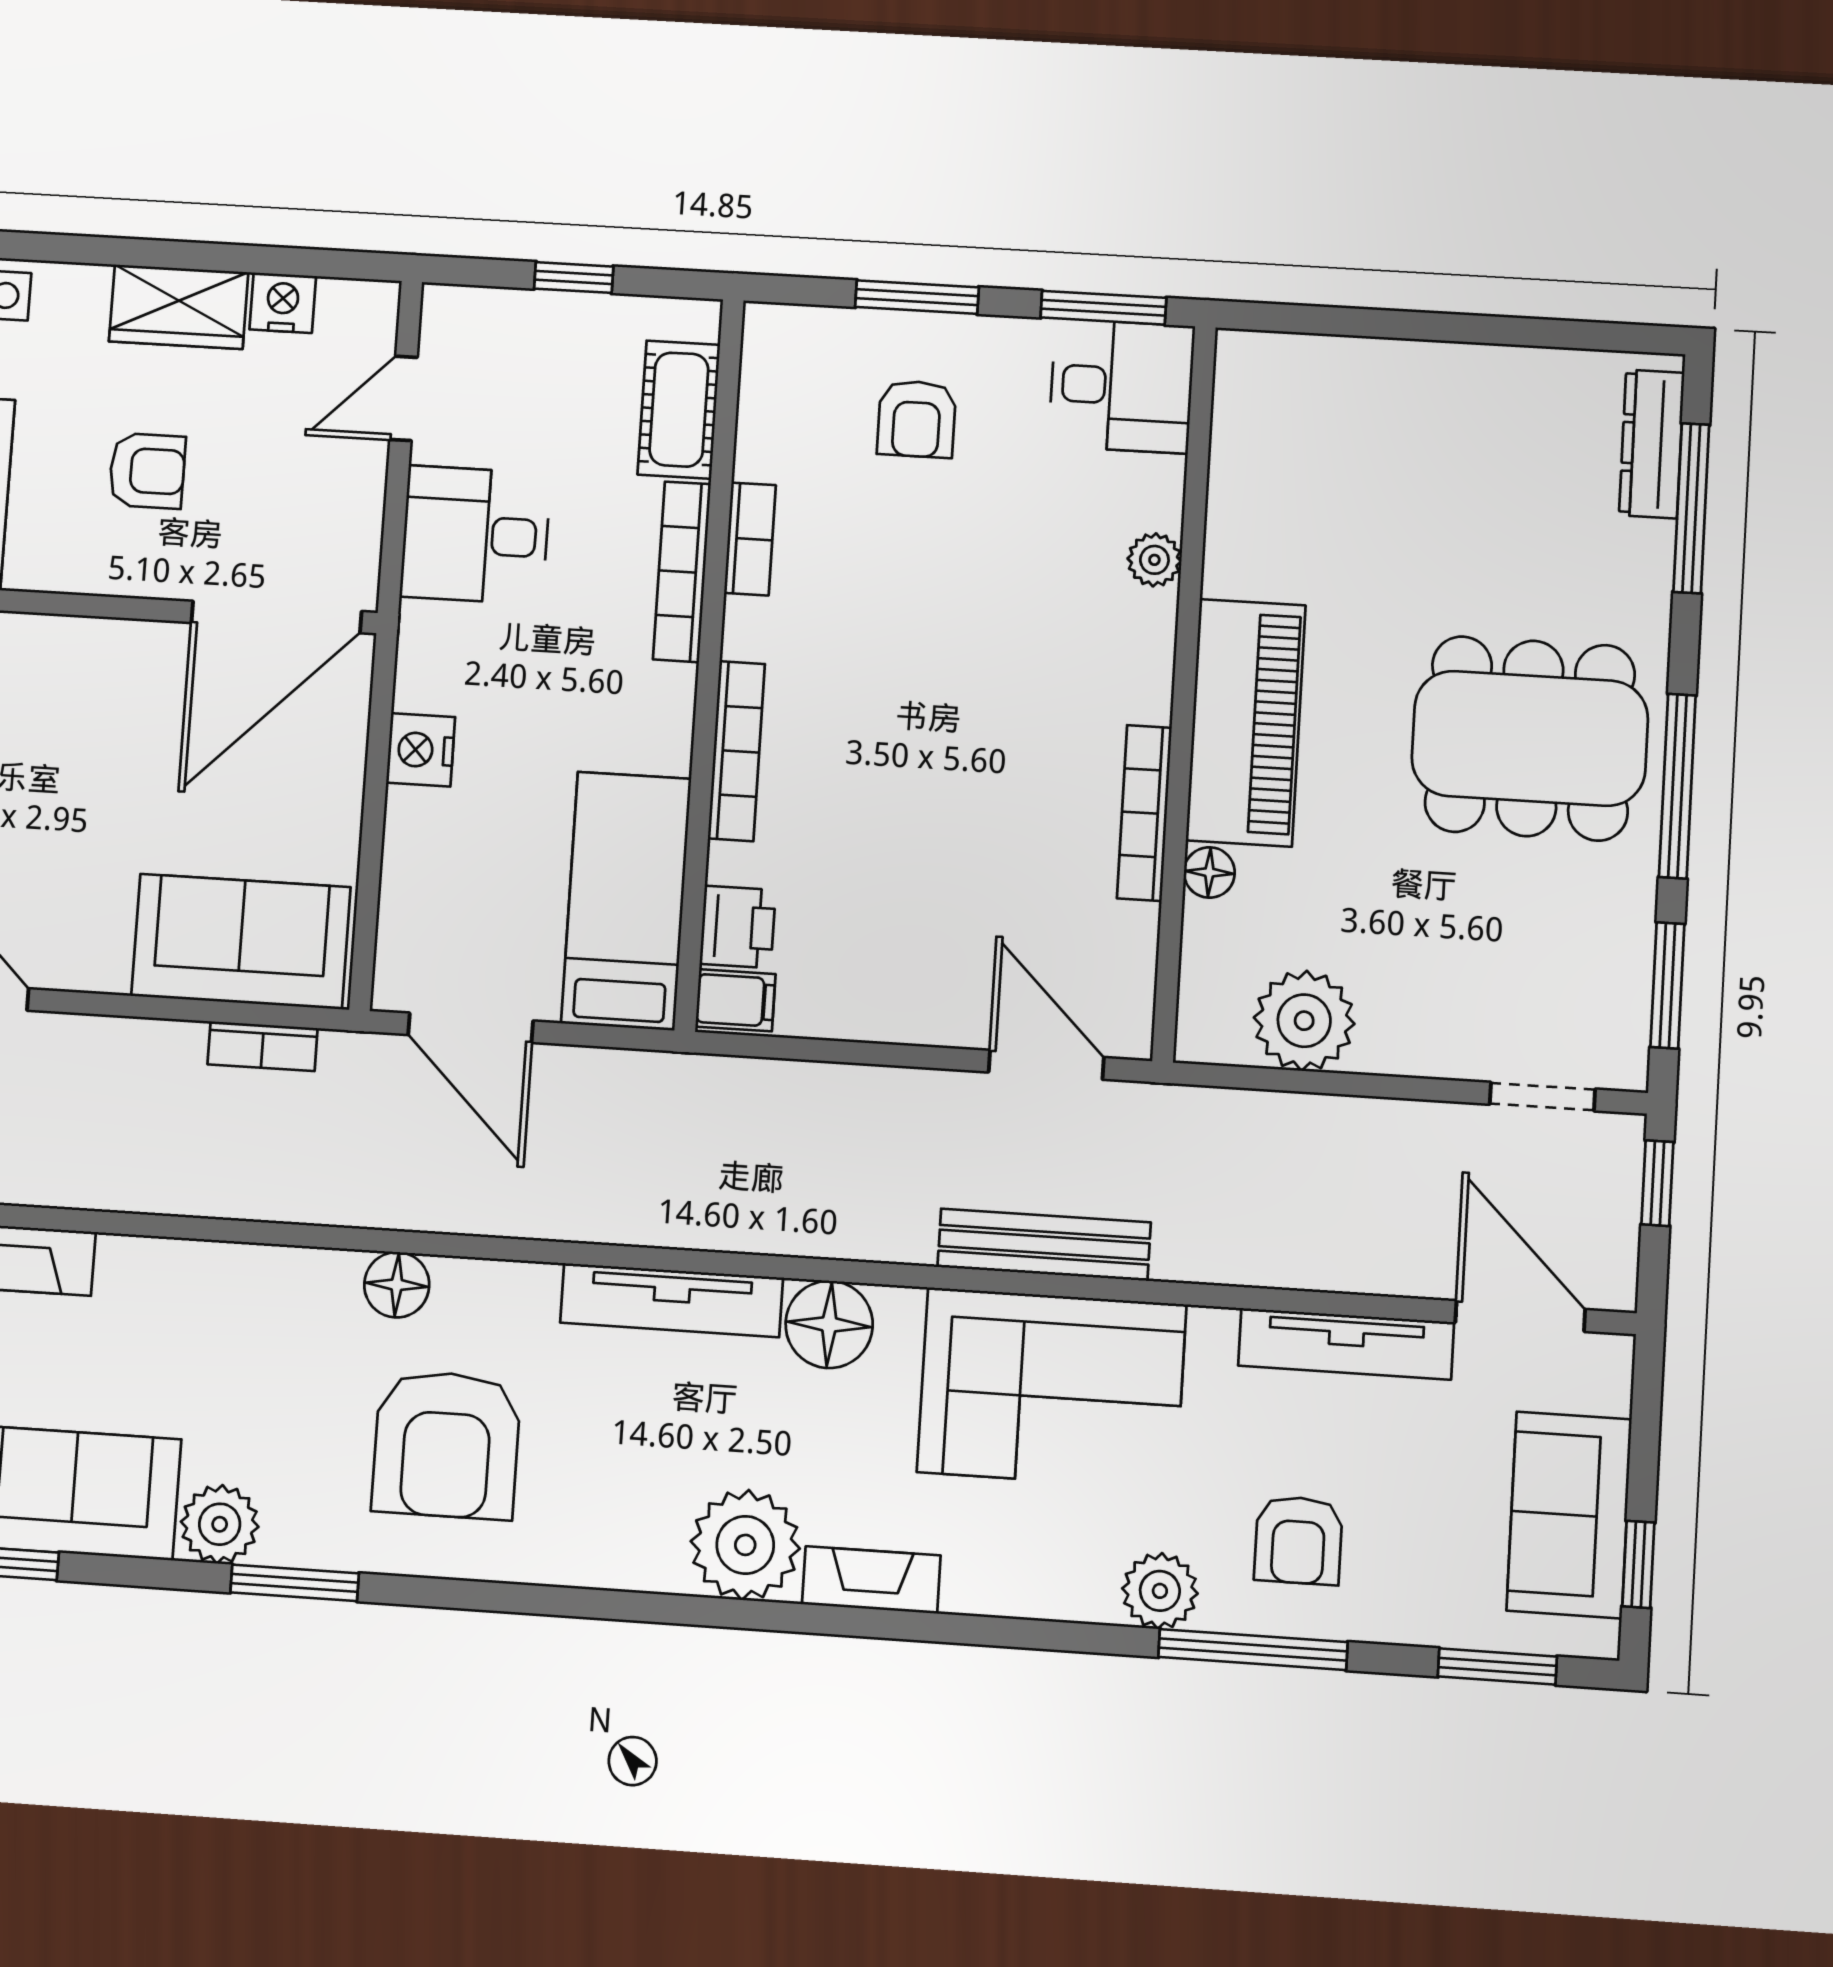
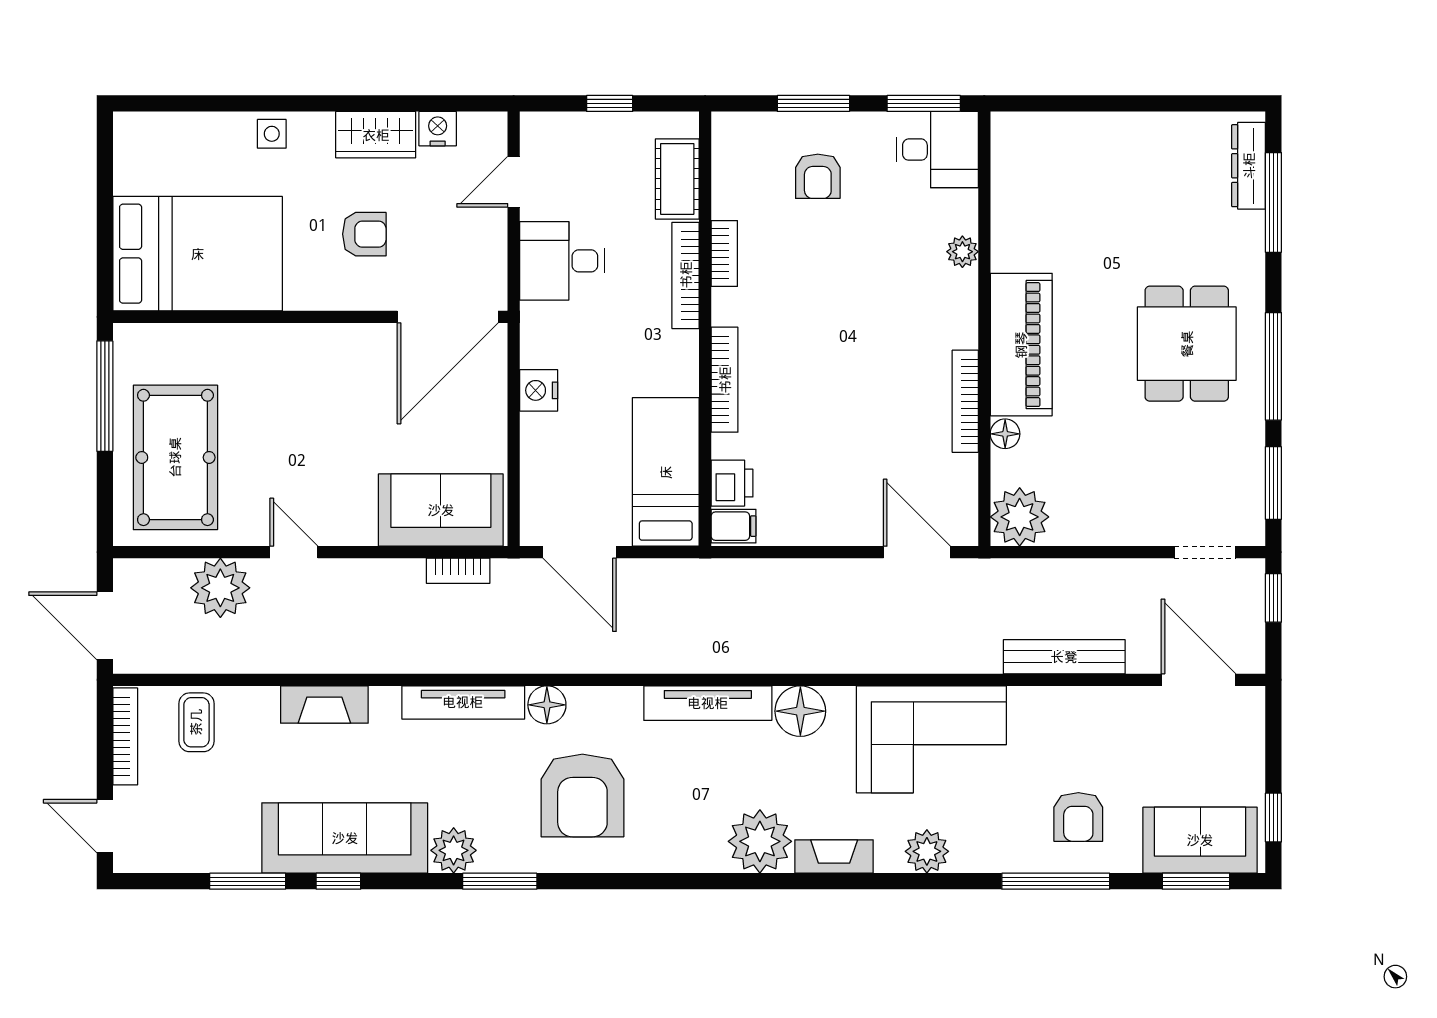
dining table: (1530, 738) -> (1187, 344), width x0.73
plant: (1304, 1021) -> (1020, 517), moved
bench: (1044, 1245) -> (1064, 657), moved
tv unit: (1346, 1344) -> (463, 702), moved
sofa: (1569, 1515) -> (1200, 840), moved, turned 90
plant: (1160, 1591) -> (927, 851), moved

